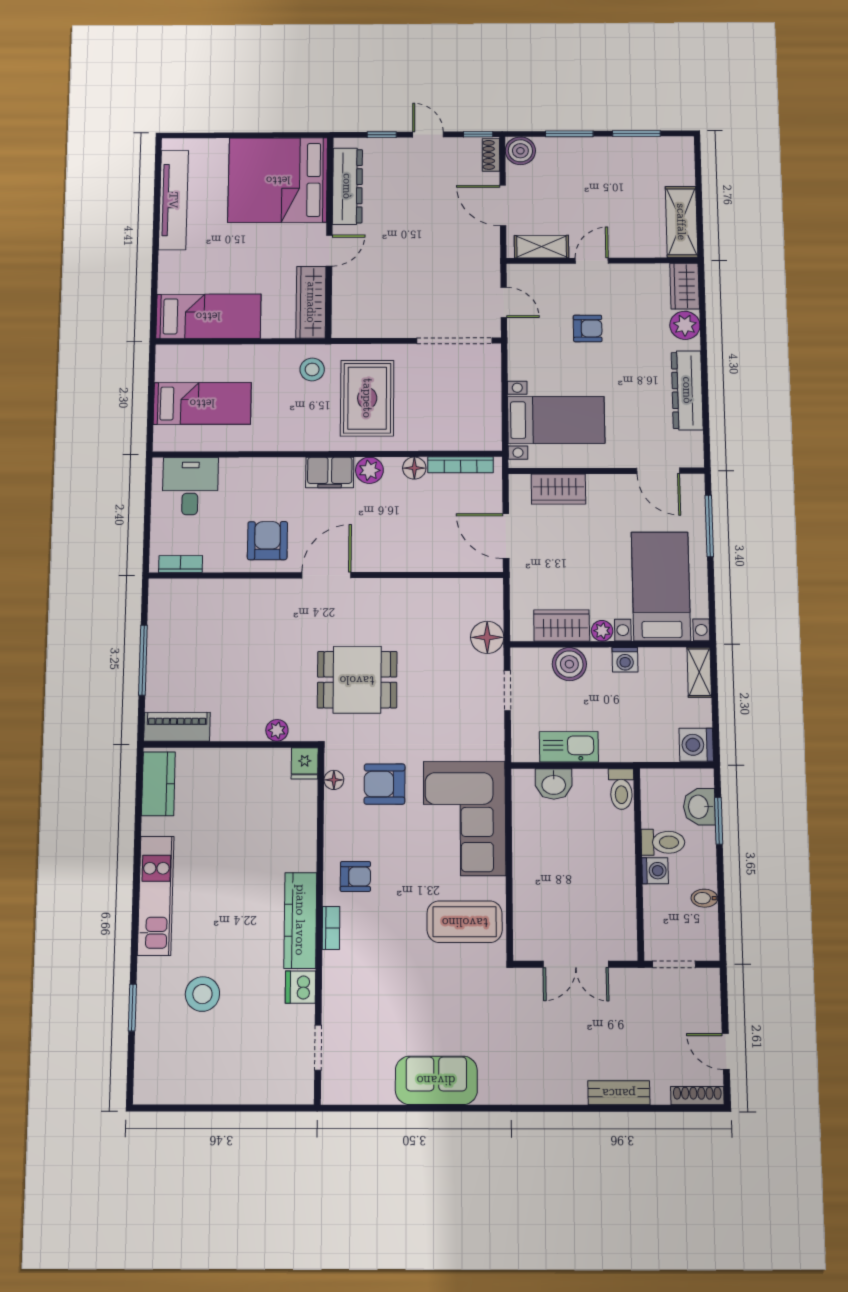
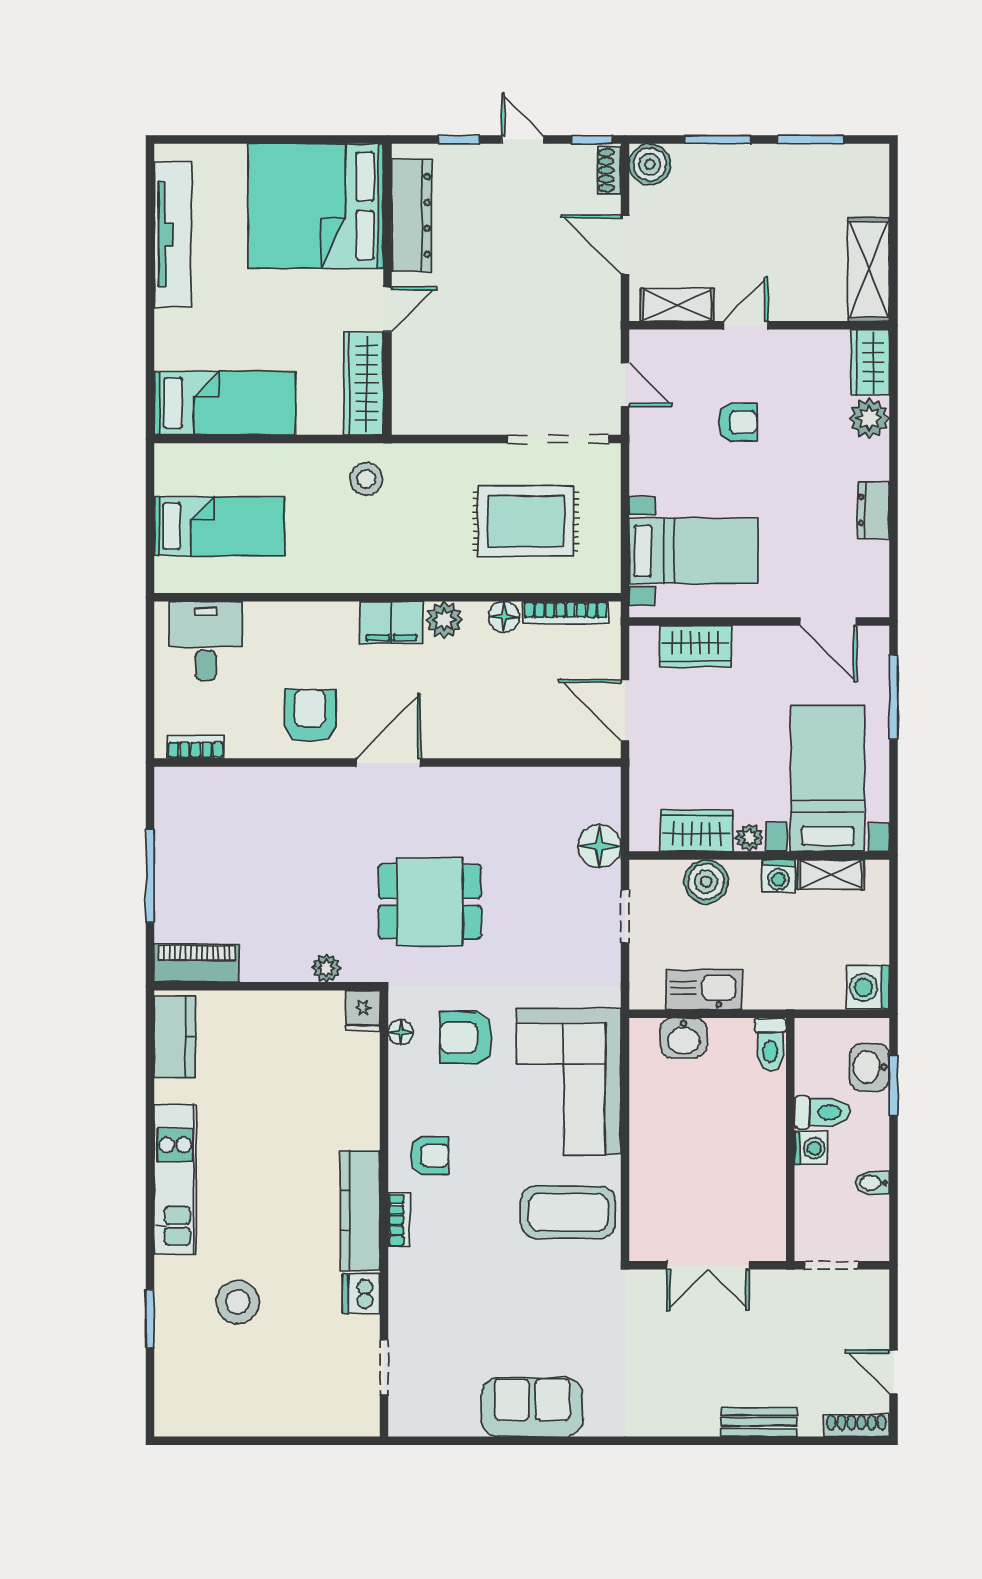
dresser: (687, 390) -> (874, 510), width x0.51, depth x0.80
rug: (367, 398) -> (526, 521), moved, turned 90
shelving: (699, 672) -> (831, 875), moved, turned 90

